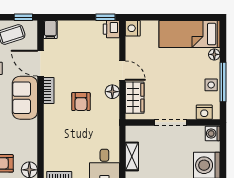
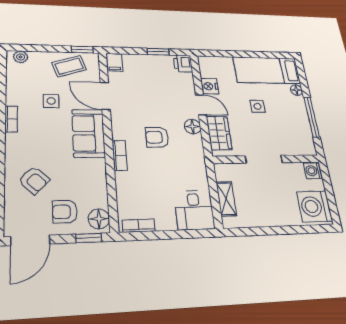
window: (105, 17) -> (158, 52), moved
nightstand: (133, 28) -> (210, 86), moved
side table: (211, 85) -> (258, 106), moved
bookcase: (49, 91) -> (120, 155), moved
armchair: (81, 102) -> (157, 137), turned 90
nightstand: (204, 112) -> (299, 148), removed

